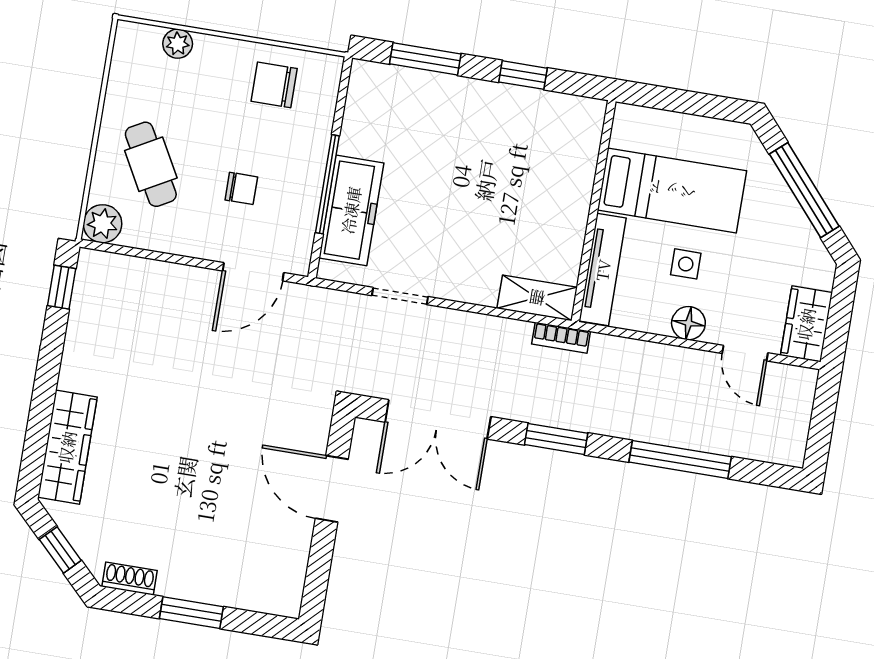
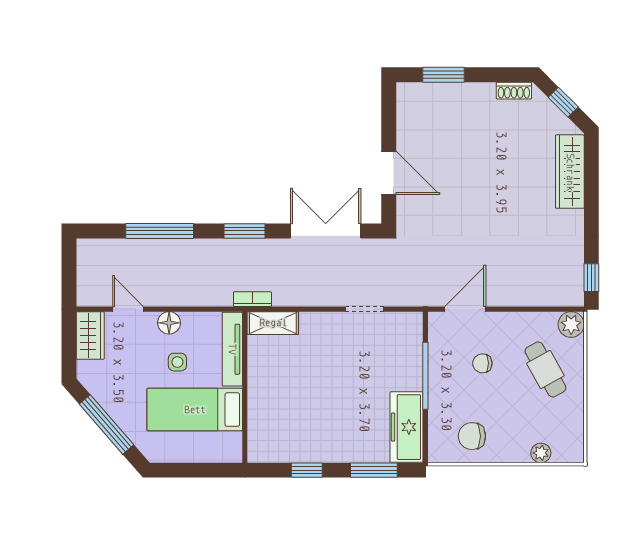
chair: (274, 85) -> (472, 436), turned 180
freezer: (351, 210) -> (407, 427), moved
window: (191, 613) -> (444, 75), moved

